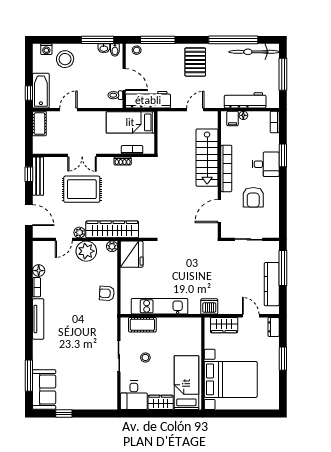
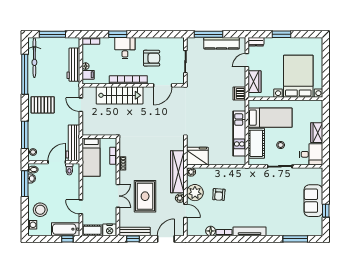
nightstand: (40, 145) -> (110, 230), added
door: (219, 211) -> (163, 85), hinge flipped
armchair: (107, 293) -> (219, 194), moved
cot: (142, 325) -> (256, 143), width x1.37, depth x1.34
bed: (186, 383) -> (270, 118), moved, turned 180
sofa: (44, 390) -> (313, 201), moved, turned -90

